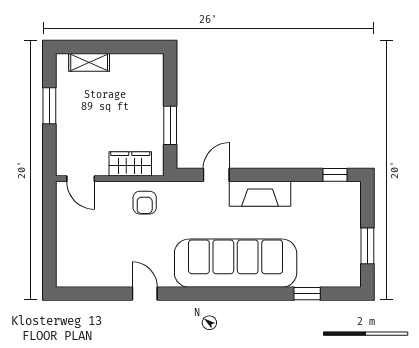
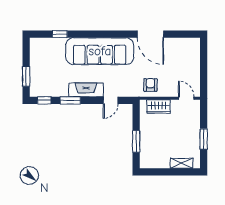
window: (170, 125) -> (136, 141), moved
window: (288, 175) -> (70, 100), added
window: (367, 246) -> (26, 76), moved
door: (145, 294) -> (150, 34), width x1.87

